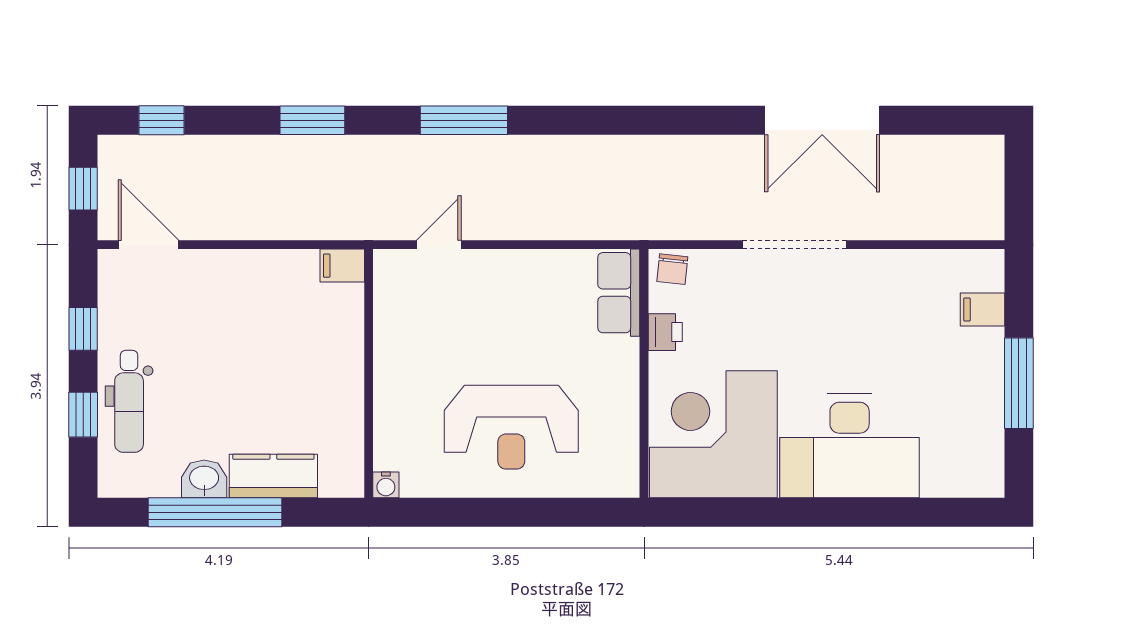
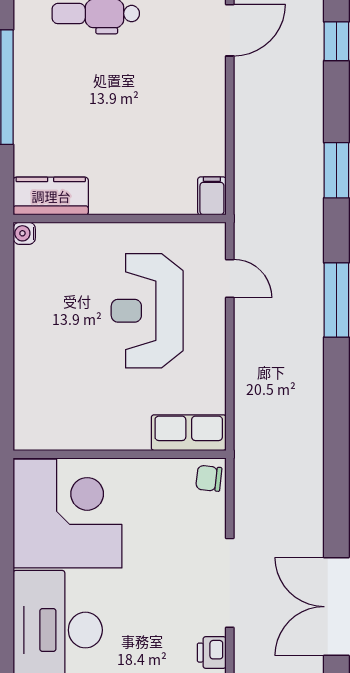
printer: (665, 332) -> (212, 653), moved, turned 90
reception desk: (511, 427) -> (147, 311), moved
kitchen counter: (273, 476) -> (51, 196), moved, turned -90
washbasin: (204, 479) -> (29, 78), removed

